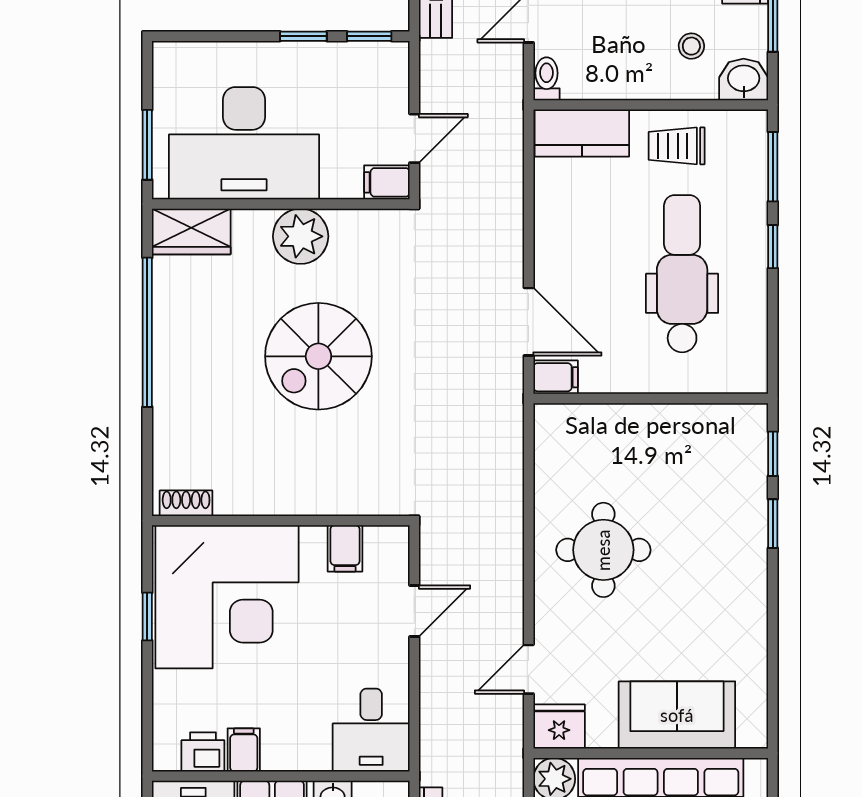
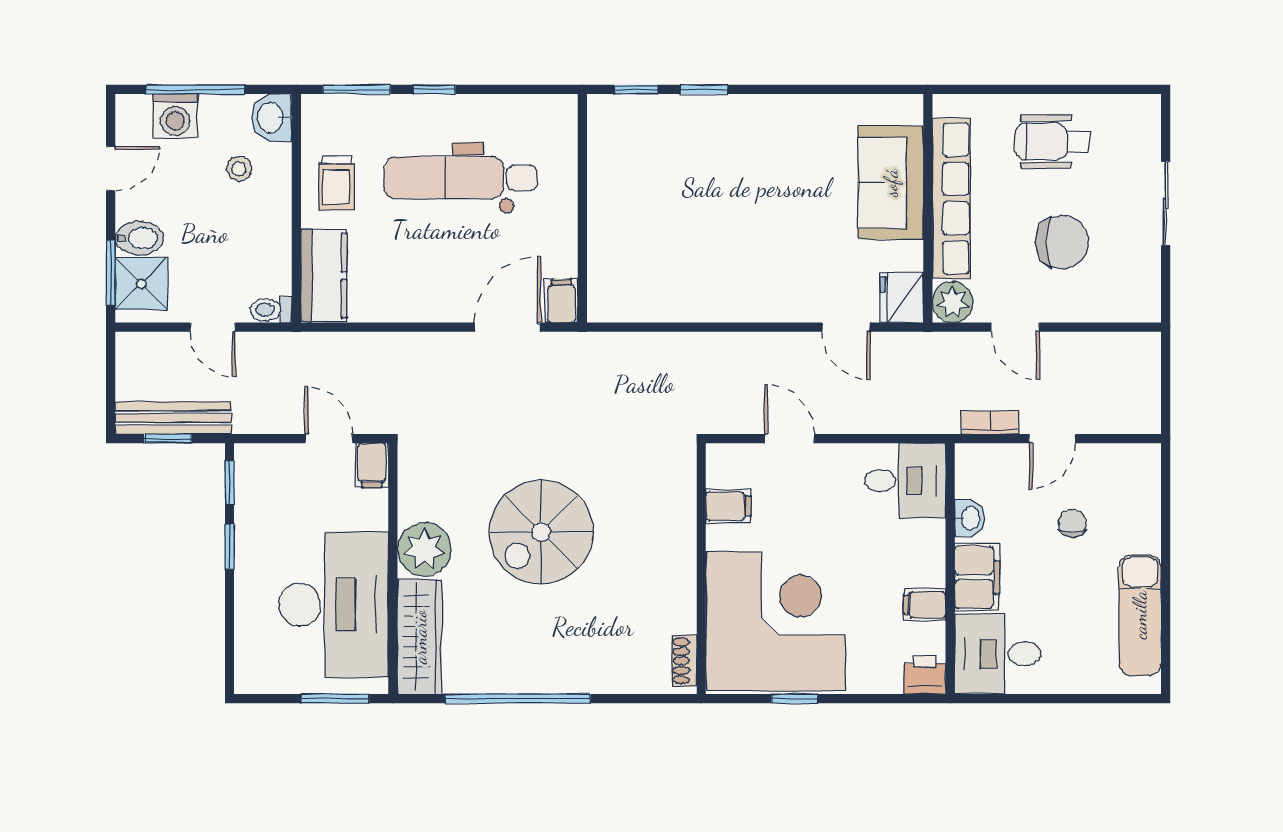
wardrobe: (191, 231) -> (420, 637), width x1.50
spiral stairs: (318, 356) -> (541, 532), turned 90
round table: (603, 550) -> (730, 254), removed
printer: (203, 752) -> (925, 675), moved, turned 90

